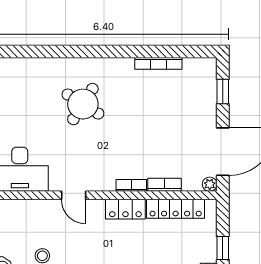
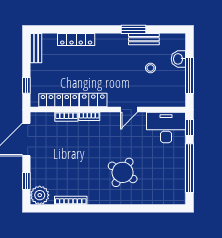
plant: (210, 184) -> (40, 195), moved, width x1.88, depth x1.88
door: (74, 195) -> (129, 110), swing flipped
window: (223, 248) -> (26, 85), moved

